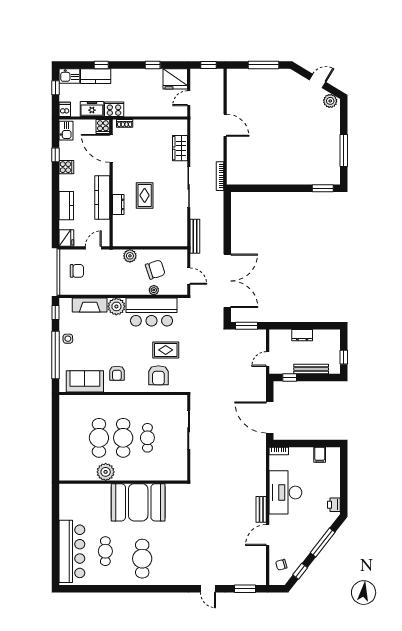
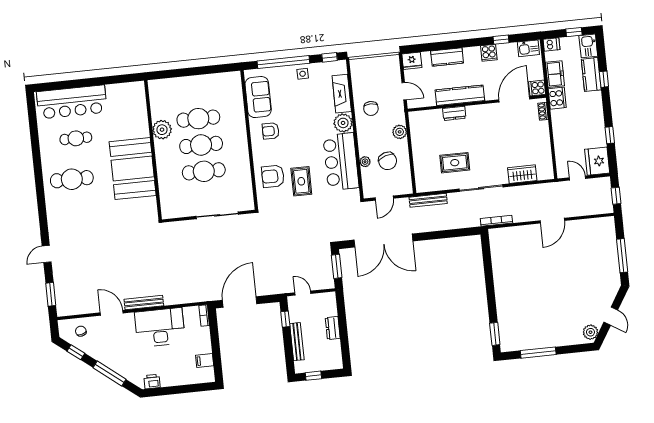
rug: (145, 195) -> (455, 163), moved
chair: (77, 271) -> (371, 108), moved
cafe table: (147, 438) -> (204, 171), width x1.37, depth x1.35
bench: (261, 509) -> (144, 303), width x1.36

